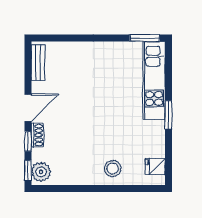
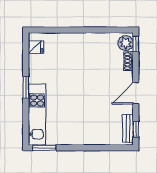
shoe rack: (37, 135) -> (129, 61), moved
window: (28, 141) -> (136, 129), moved
stool: (113, 169) -> (70, 46), removed

